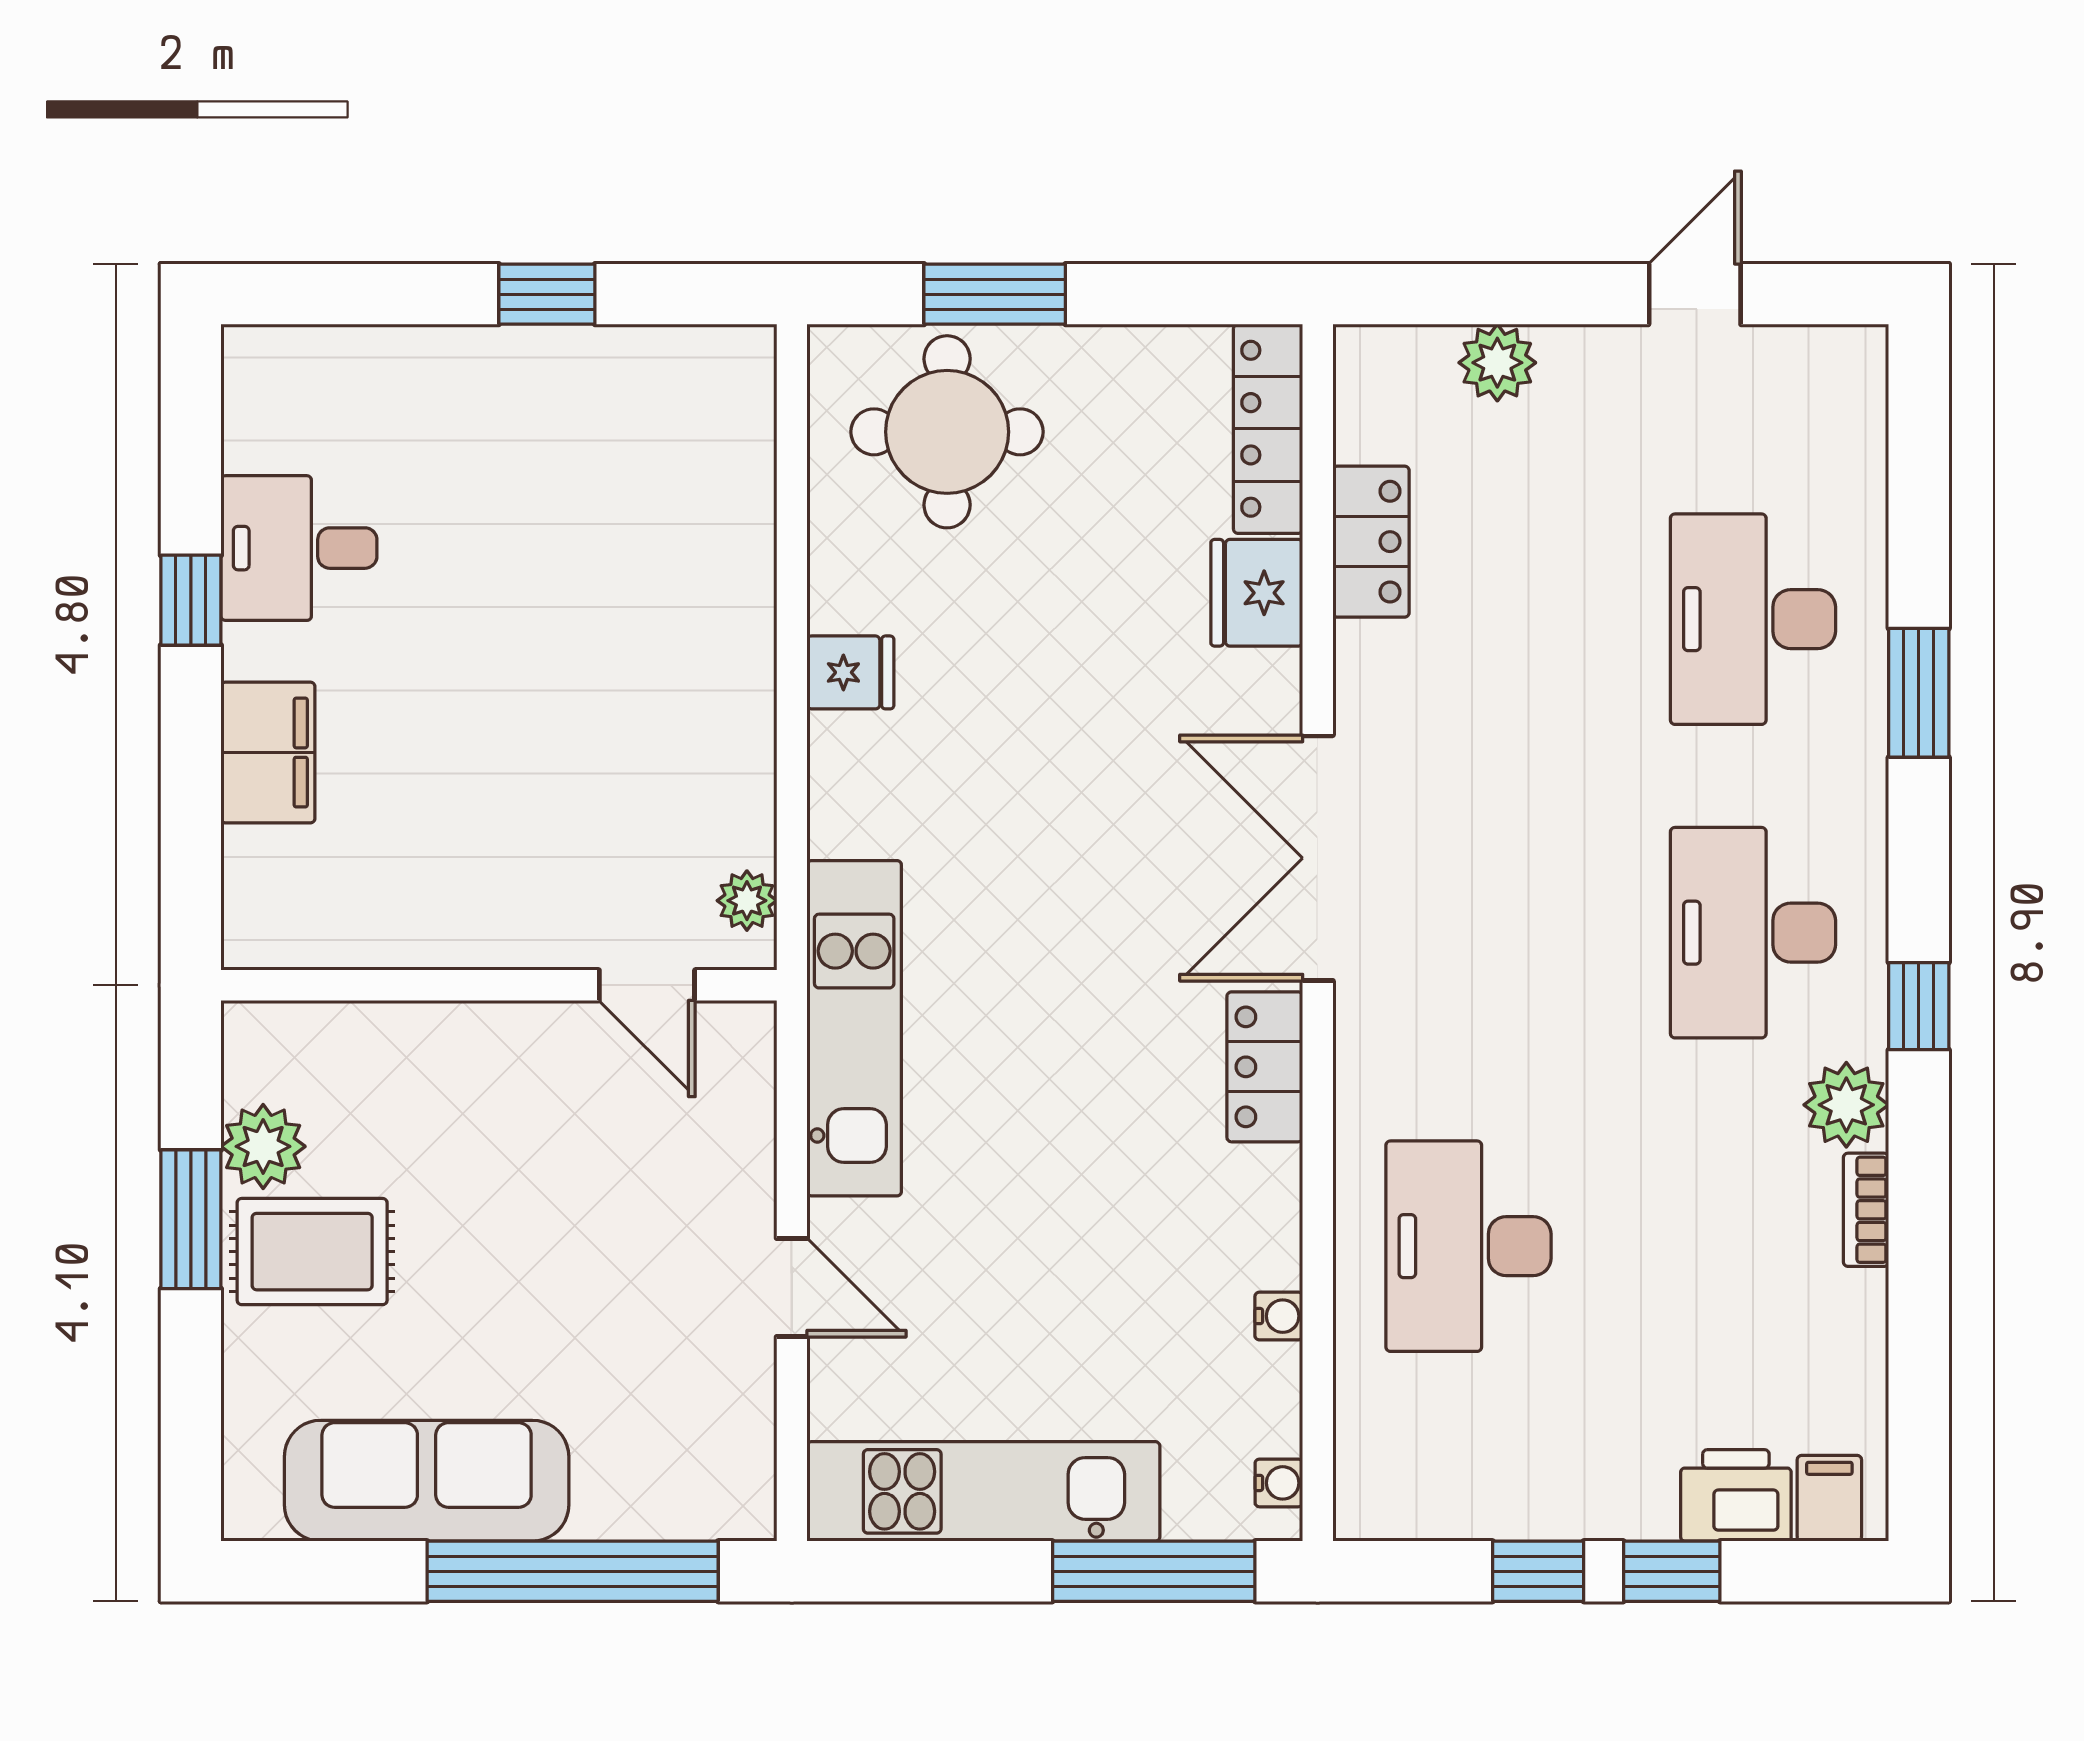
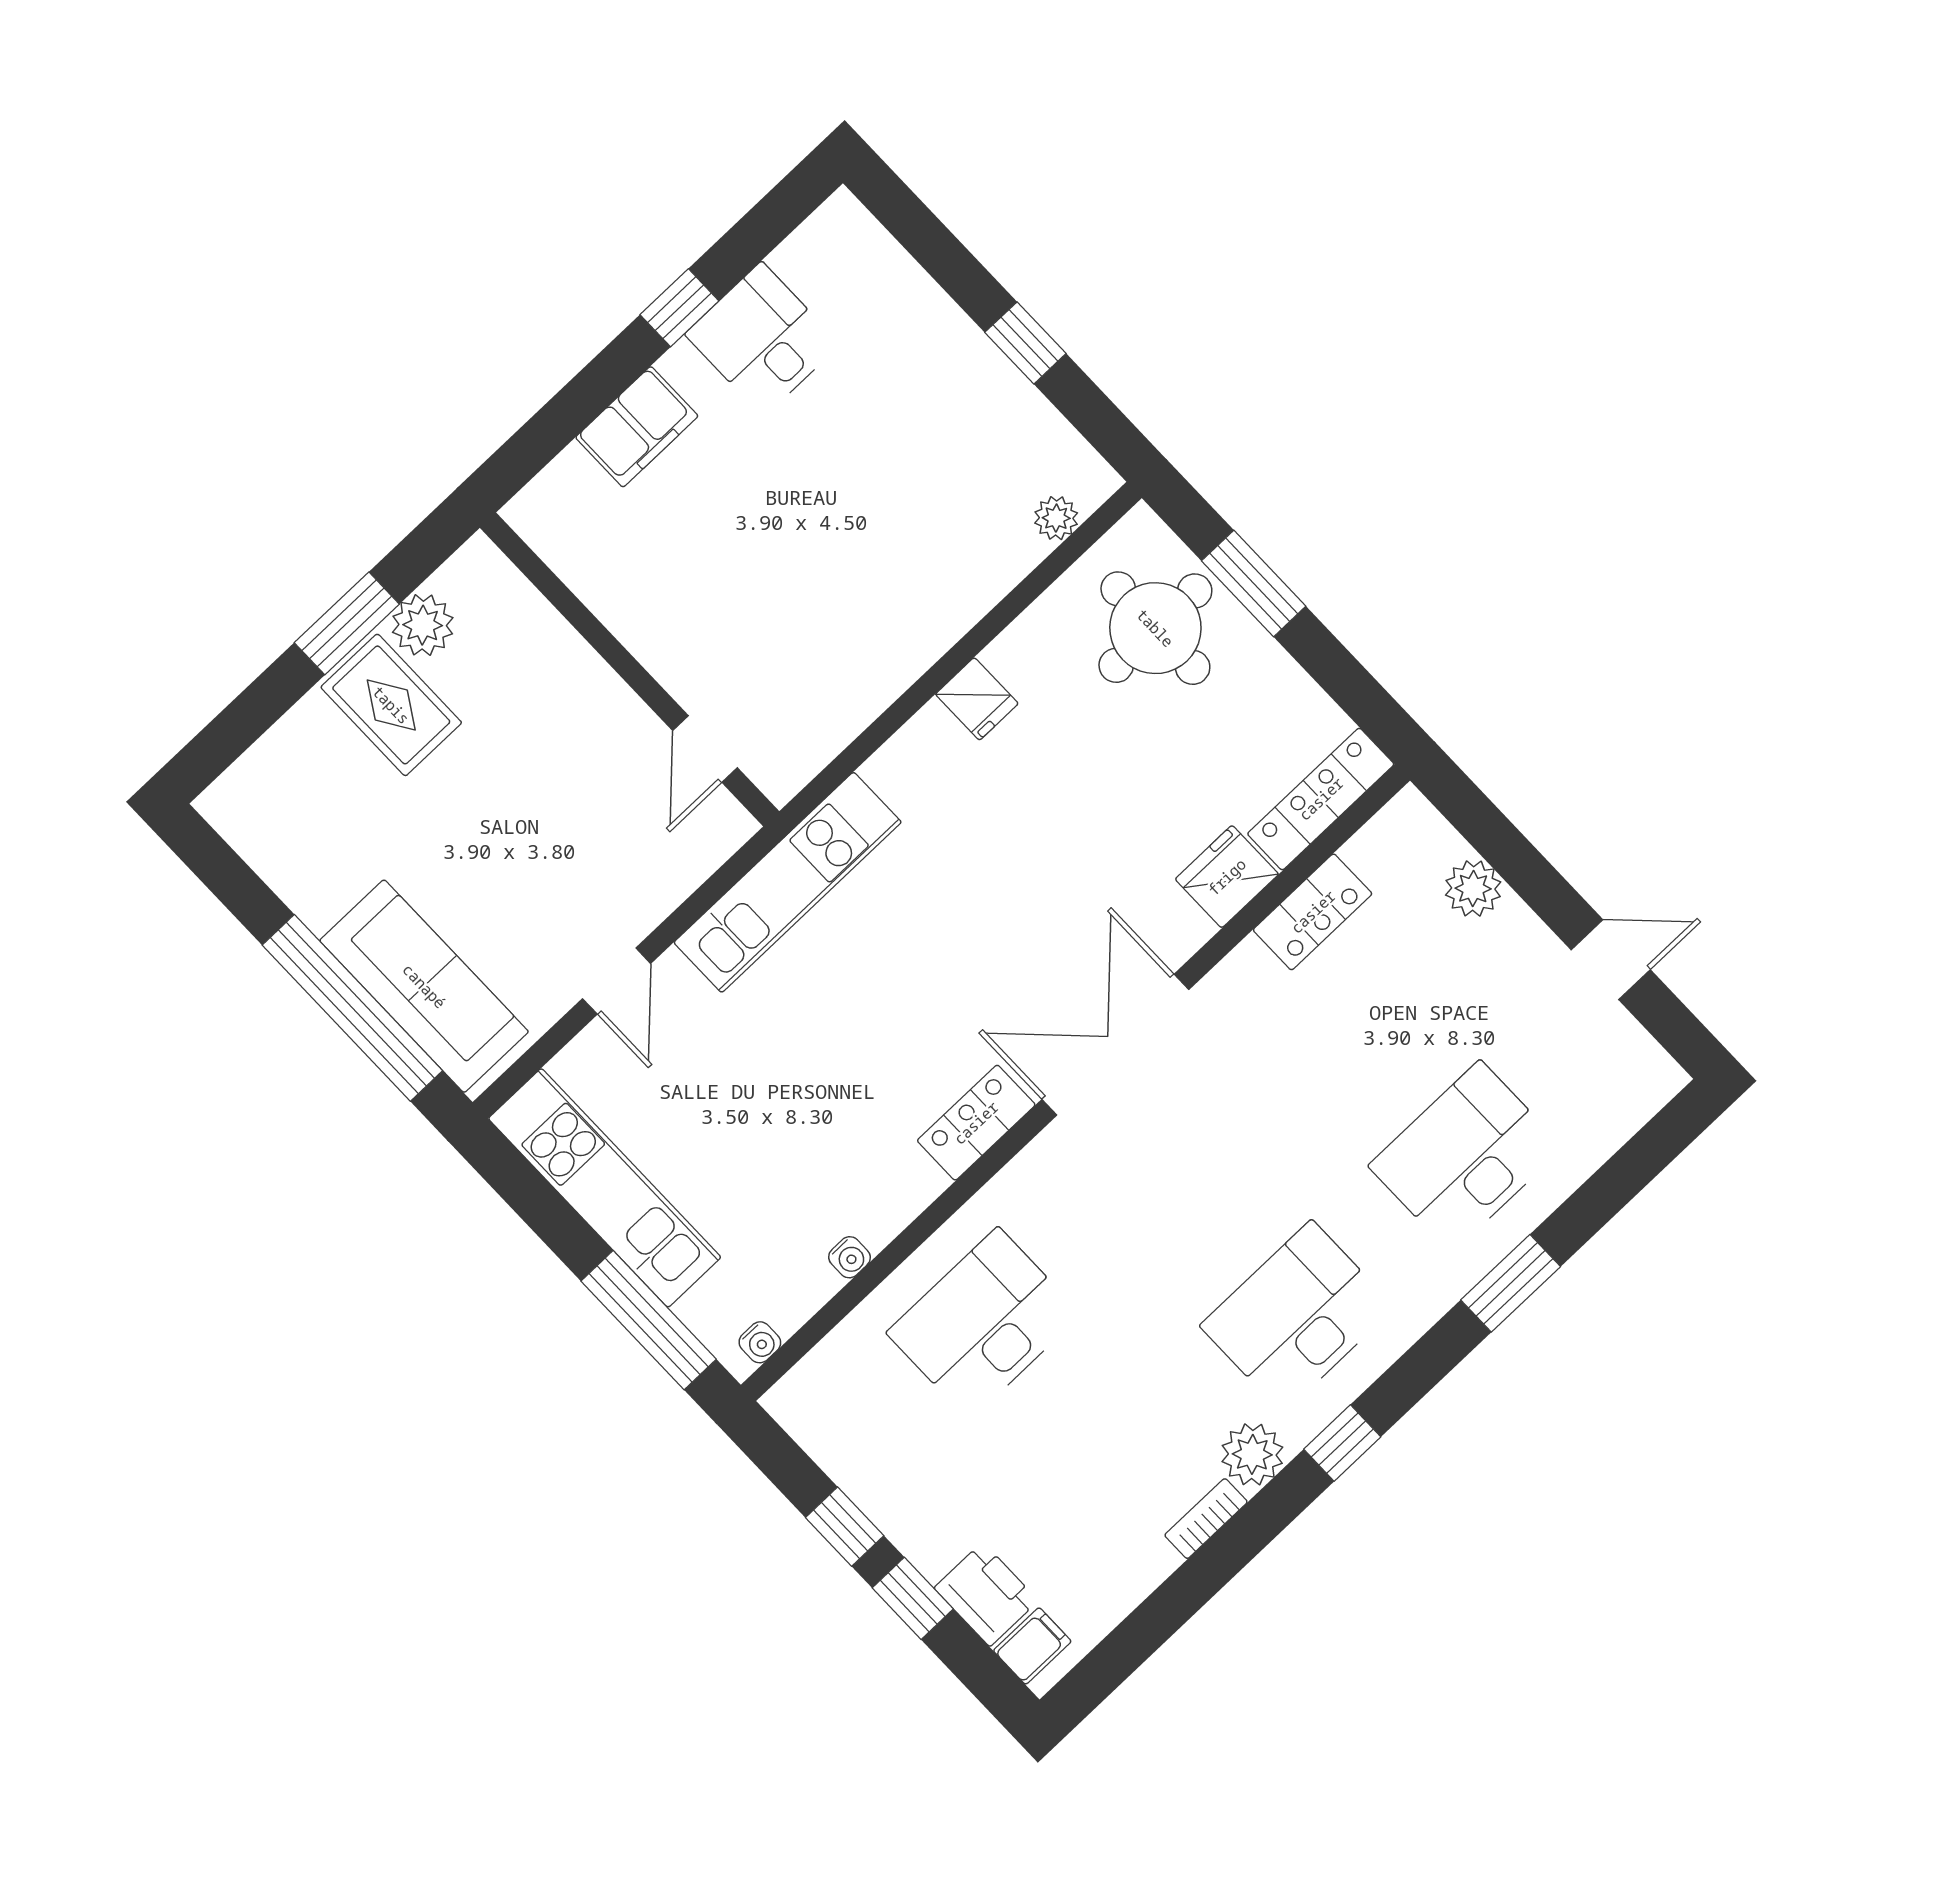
plant: (747, 901) -> (1056, 518), moved
sofa: (427, 1481) -> (424, 986), moved

